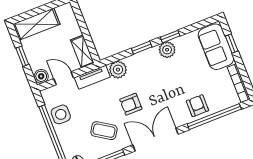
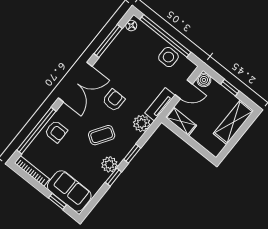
coffee table: (104, 131) -> (102, 135), moved

